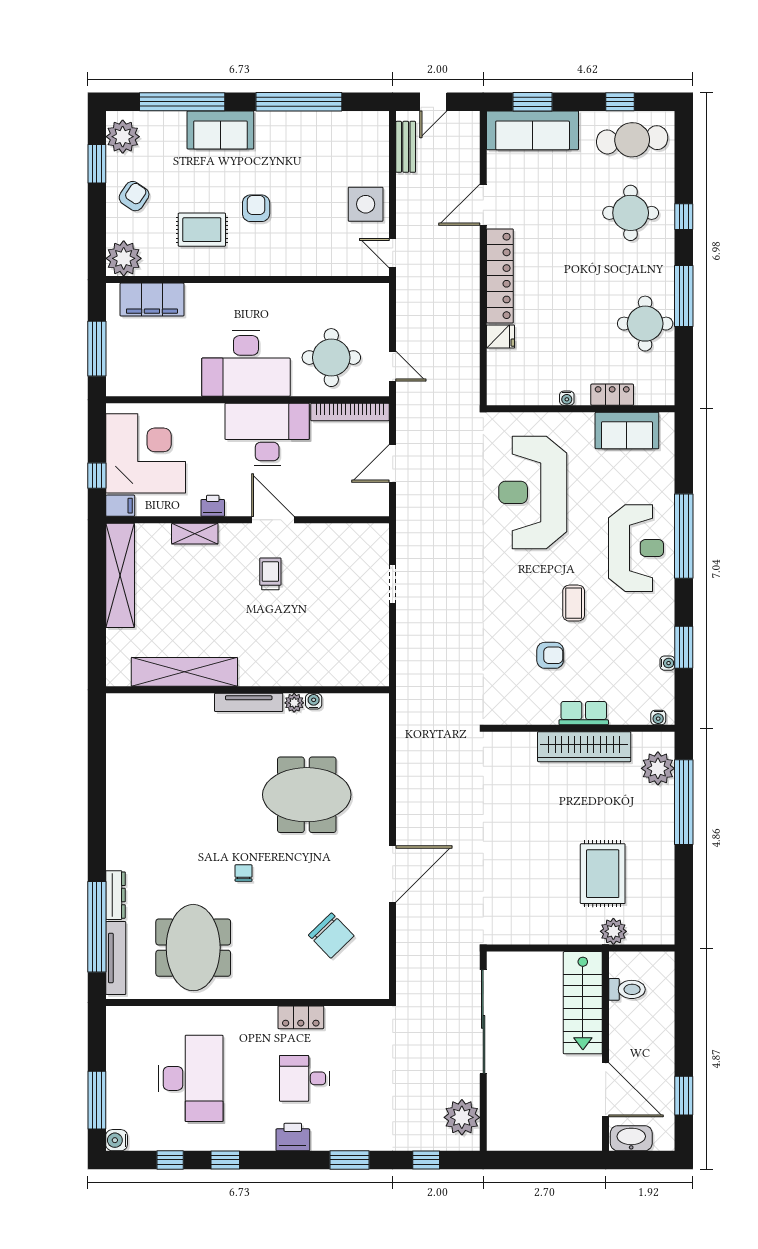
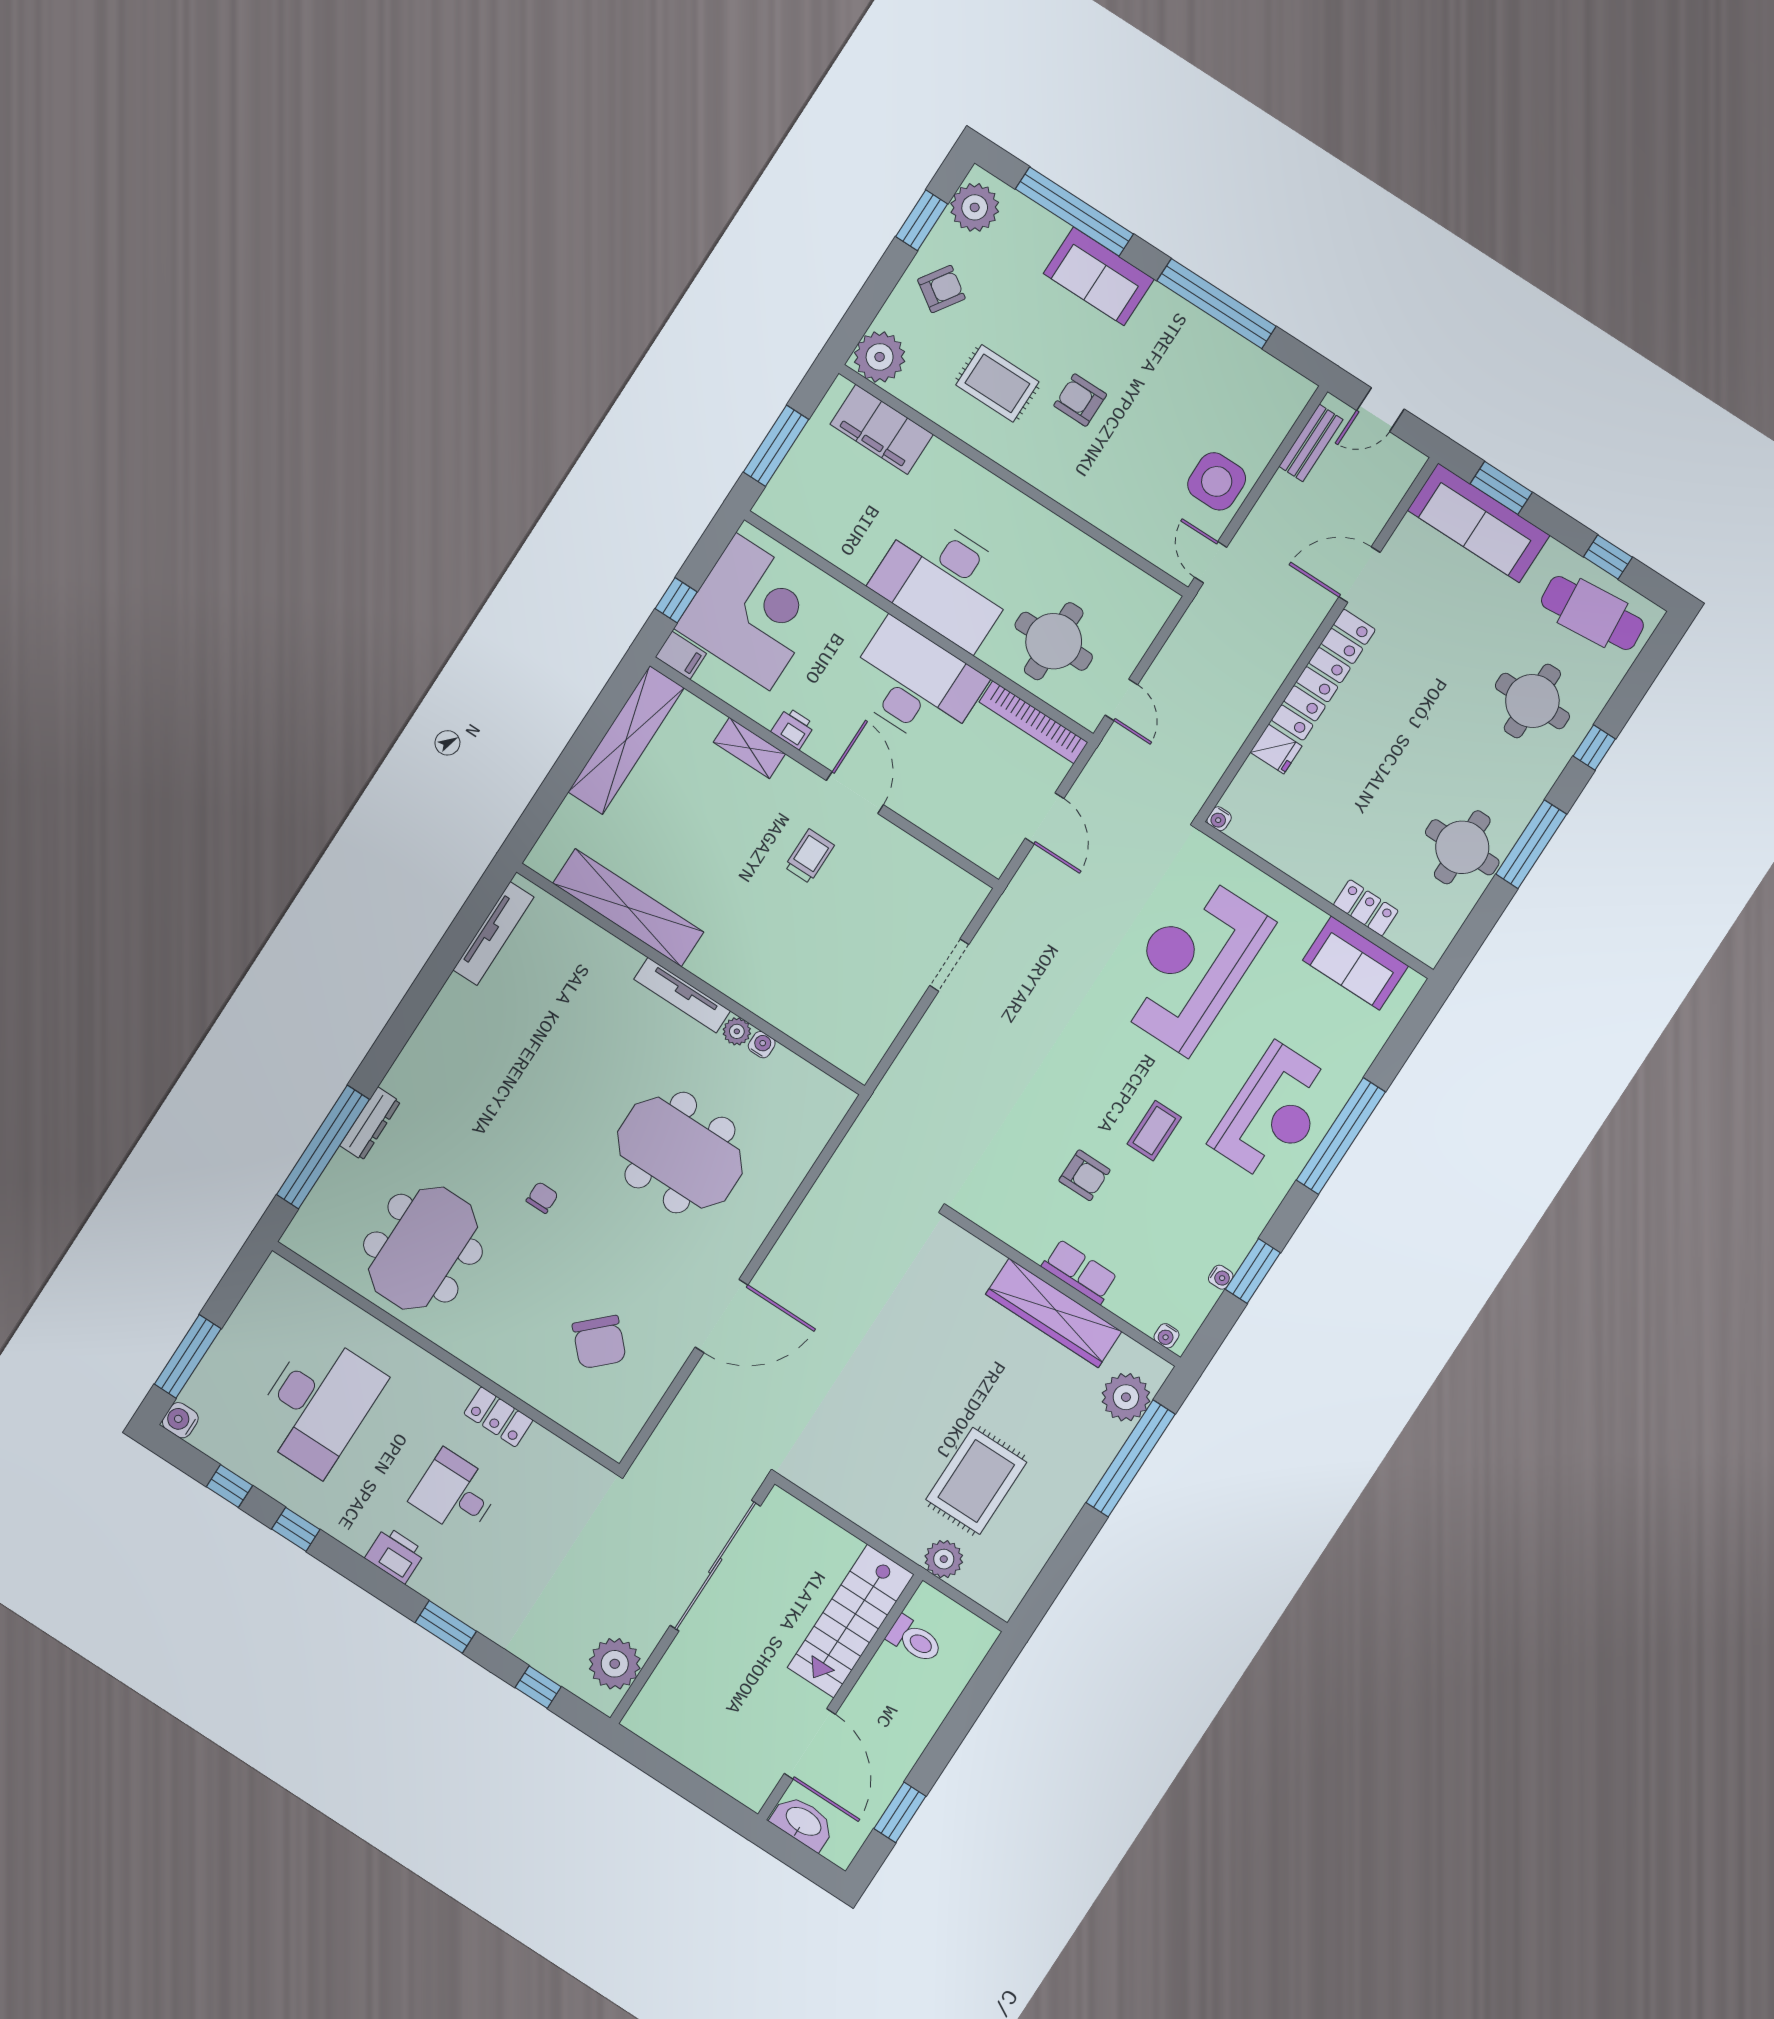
armchair: (256, 208) -> (1080, 400), turned -90
water cooler: (567, 398) -> (1219, 819), moved
door: (393, 463) -> (1045, 818), swing flipped
tv unit: (116, 958) -> (494, 933), moved

